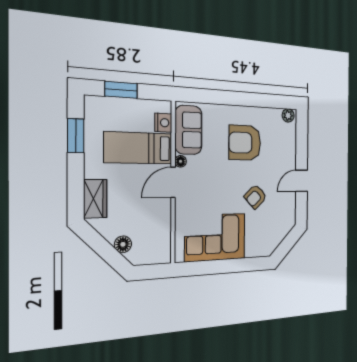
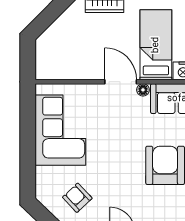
armchair: (255, 197) -> (77, 198), moved
floor lamp: (123, 244) -> (58, 29), removed

